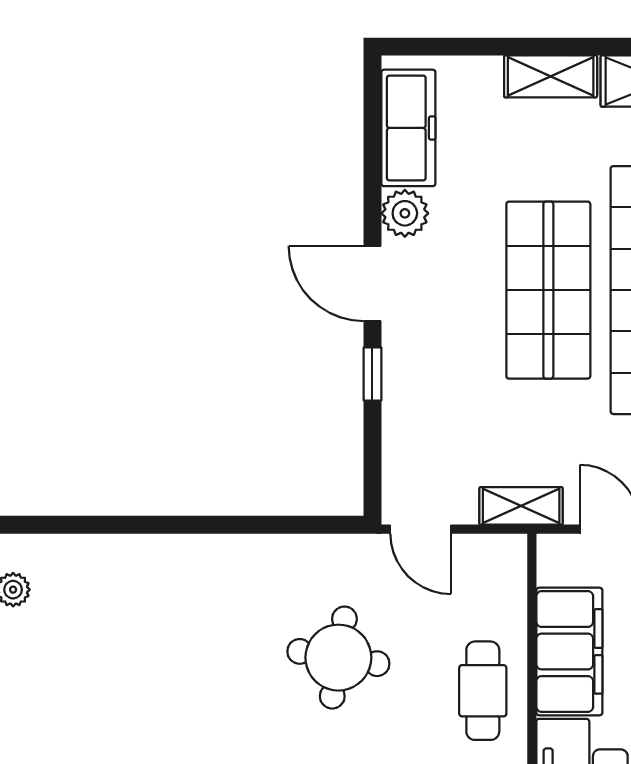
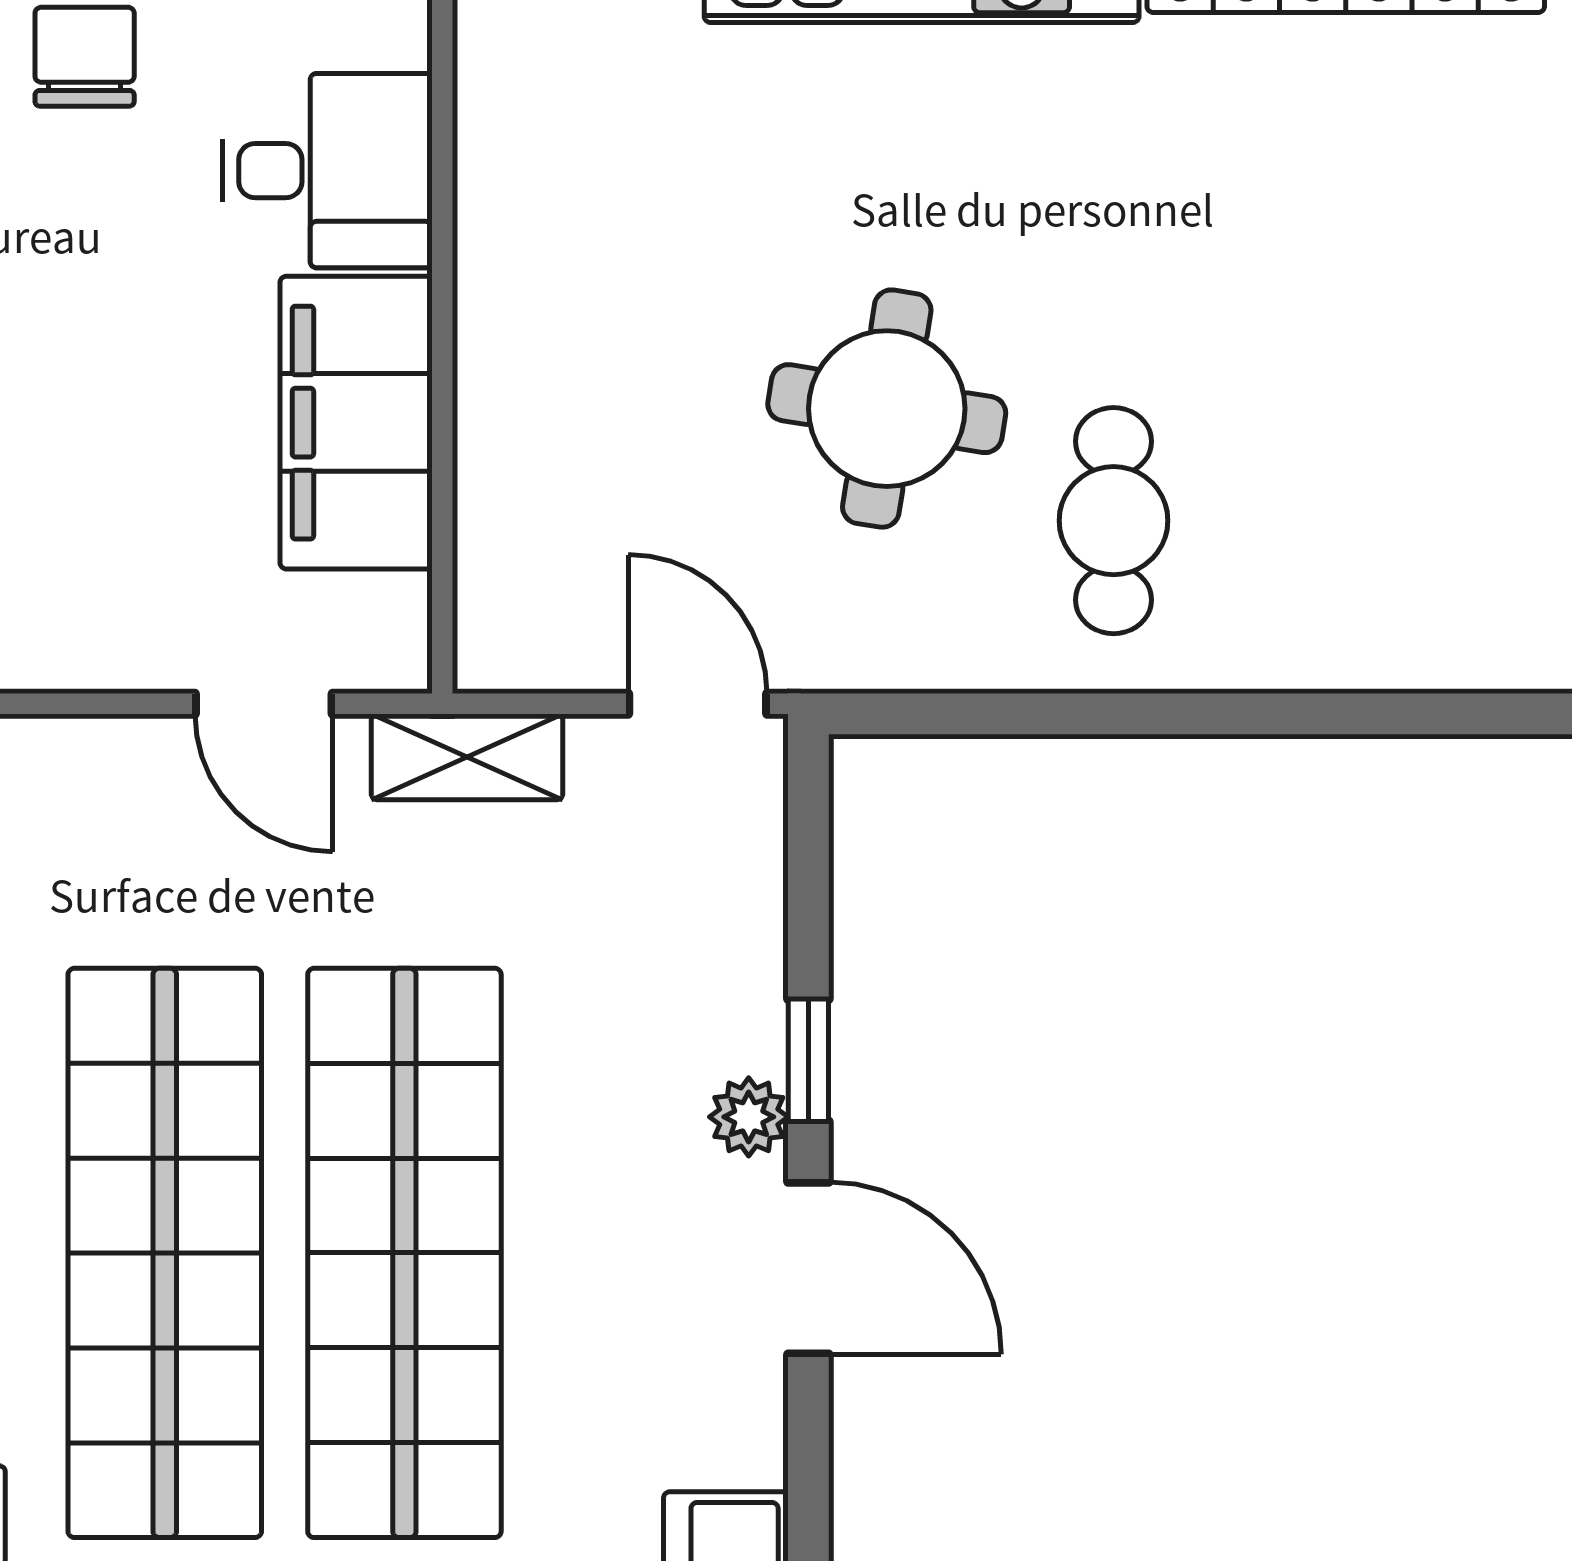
plant: (405, 213) -> (749, 1117), moved, width x0.73, depth x0.73
shop shelf: (548, 290) -> (404, 1253), width x1.40
cafe table: (483, 691) -> (1114, 521), moved

